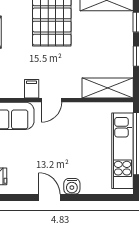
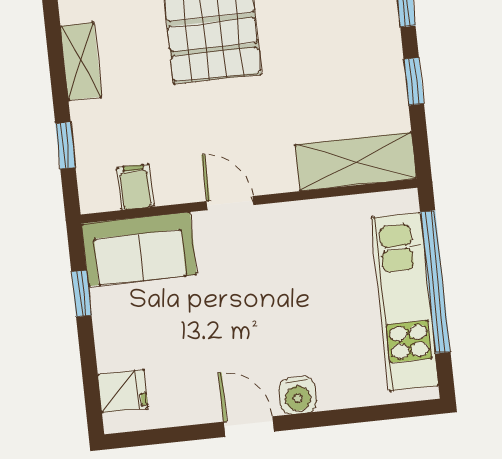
filing cabinet: (32, 89) -> (135, 187), moved
door: (52, 100) -> (230, 203), swing flipped

